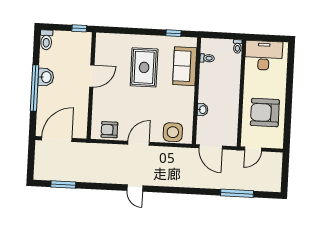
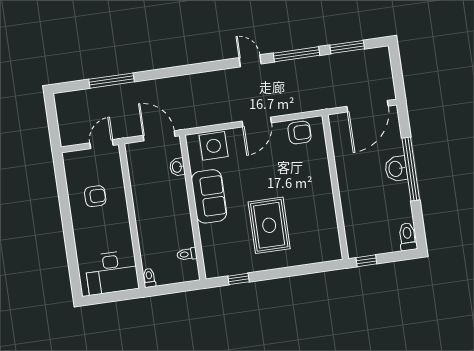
sofa: (185, 66) -> (209, 196), moved
door: (92, 76) -> (337, 200), removed
washbasin: (46, 77) -> (396, 169), moved
washbasin: (203, 110) -> (177, 167), moved
armchair: (265, 113) -> (95, 196), width x0.53, depth x0.53
window: (101, 186) -> (297, 54), added

